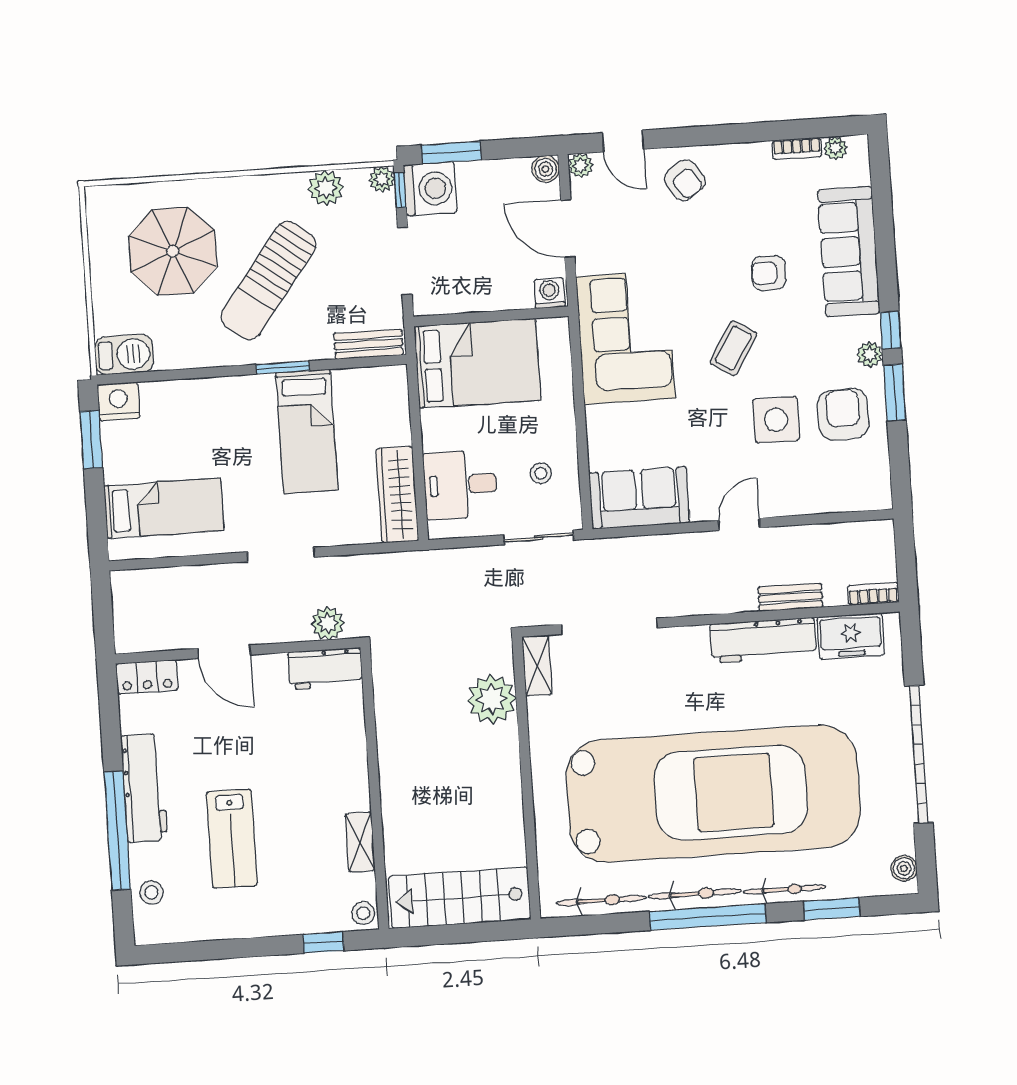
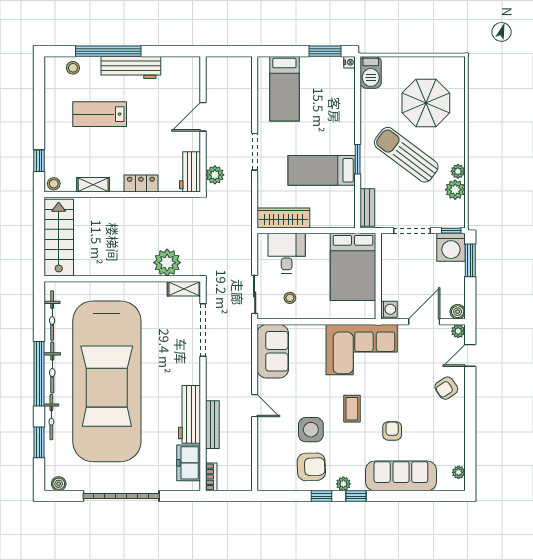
bookcase: (797, 149) -> (460, 451), removed
plant: (382, 179) -> (458, 171), moved
coffee table: (733, 348) -> (352, 409), turned 58
window: (895, 393) -> (321, 496), width x0.67
nightstand: (118, 401) -> (349, 62), width x0.53, depth x0.56
bench: (790, 597) -> (212, 425), width x1.36
locker: (147, 677) -> (141, 183), moved, turned 90

